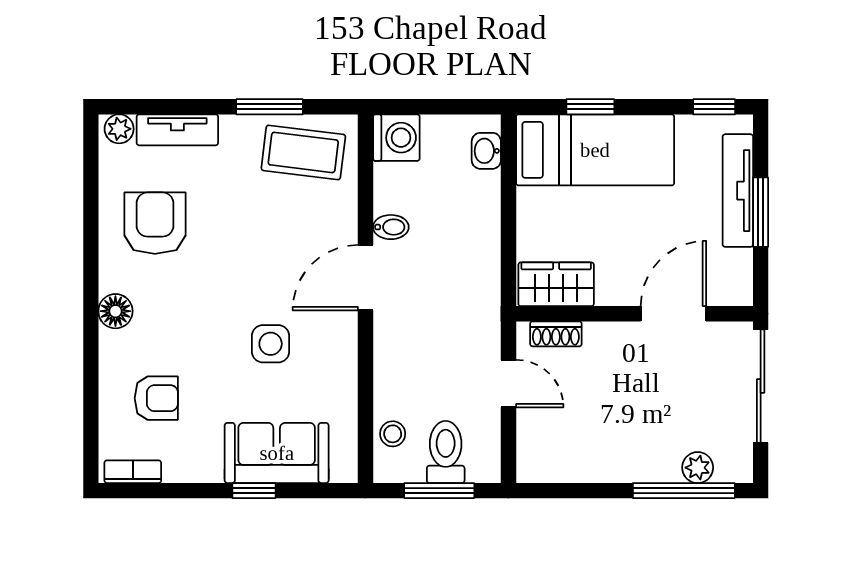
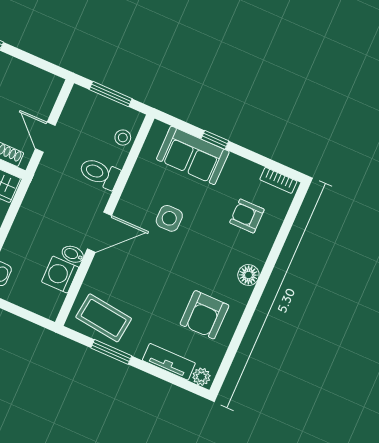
washing machine: (396, 138) -> (60, 275), moved
toilet: (446, 452) -> (99, 173), moved, turned 90

